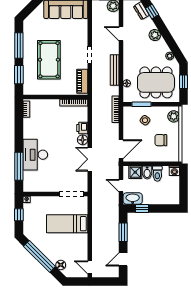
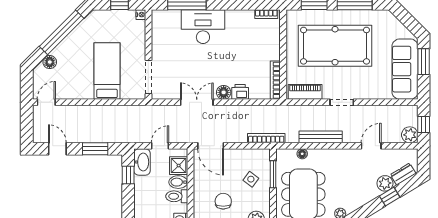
window: (152, 11) -> (390, 197), moved
plant: (155, 35) -> (385, 183), moved
pool table: (49, 60) -> (335, 46), width x1.36, depth x1.32

